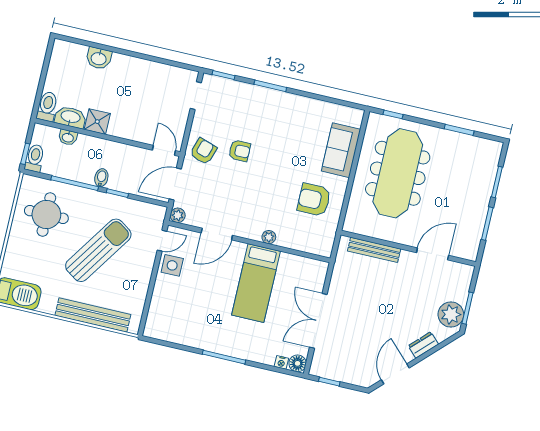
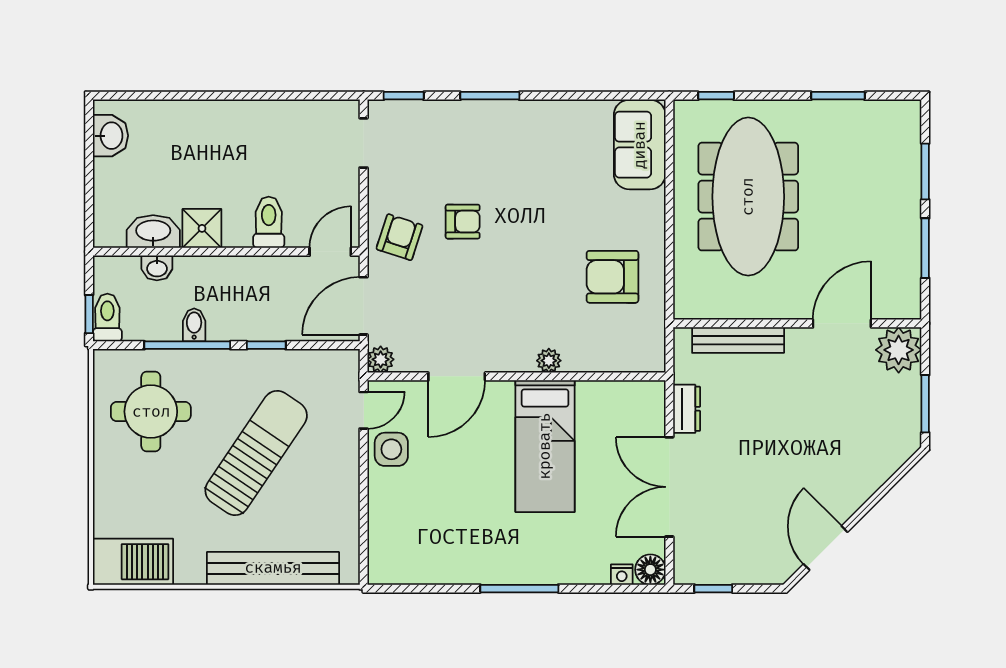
washbasin: (99, 58) -> (110, 136), moved, turned -90
toilet: (47, 106) -> (269, 222), moved
door: (164, 150) -> (330, 252), hinge flipped
sofa: (341, 150) -> (640, 145), moved
bidet: (101, 178) -> (194, 325), moved
plant: (451, 315) -> (899, 350), moved
dresser: (423, 345) -> (687, 409), moved, turned 135

